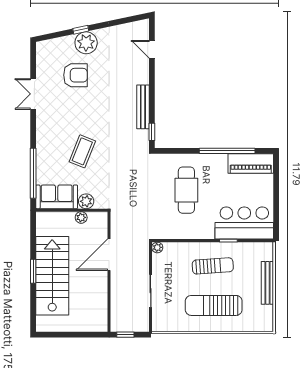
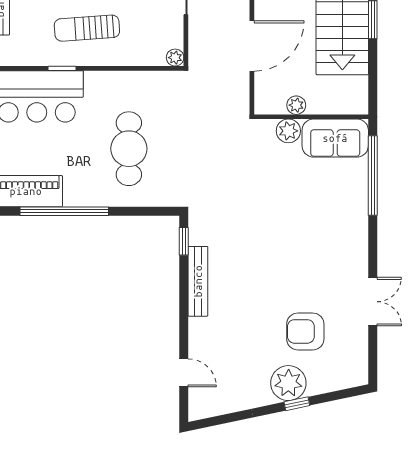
coffee table: (82, 151) -> (294, 210), removed

